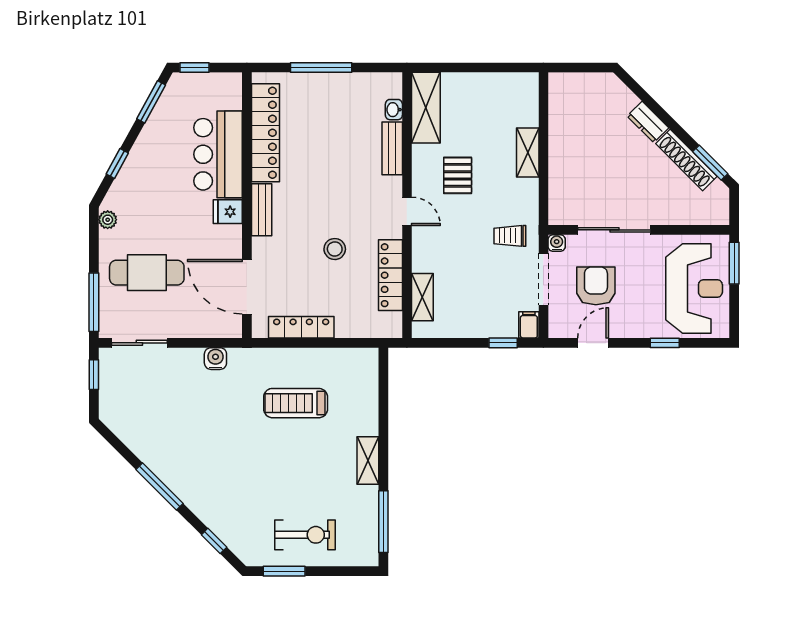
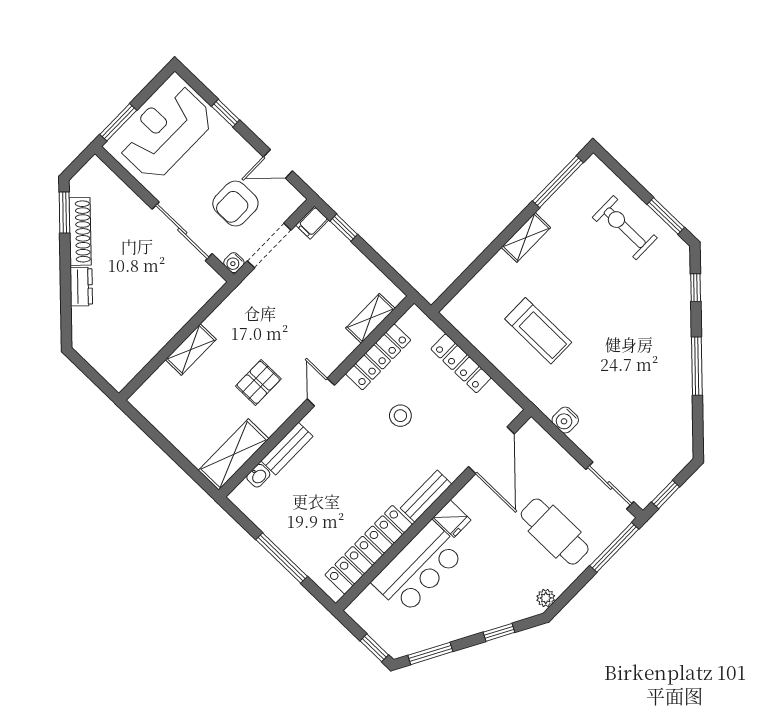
trolley: (510, 236) -> (263, 301), removed
locker: (301, 327) -> (461, 363), moved

